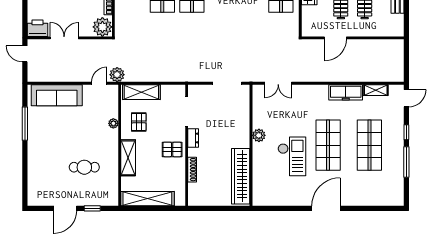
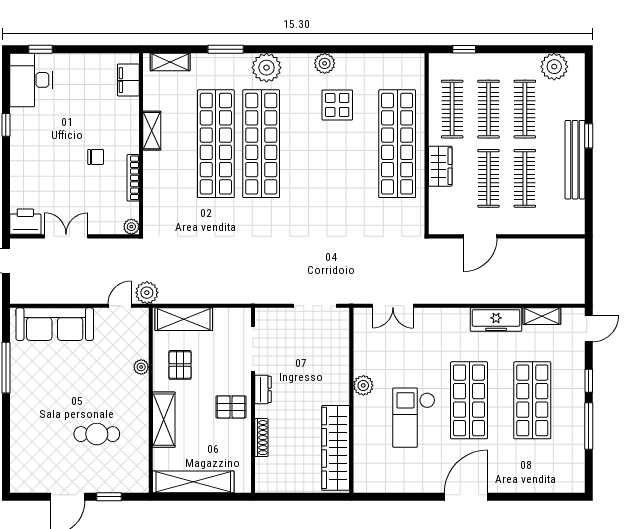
plant: (102, 27) -> (131, 227), width x0.53, depth x0.53
checkout: (292, 156) -> (414, 418), turned 180

